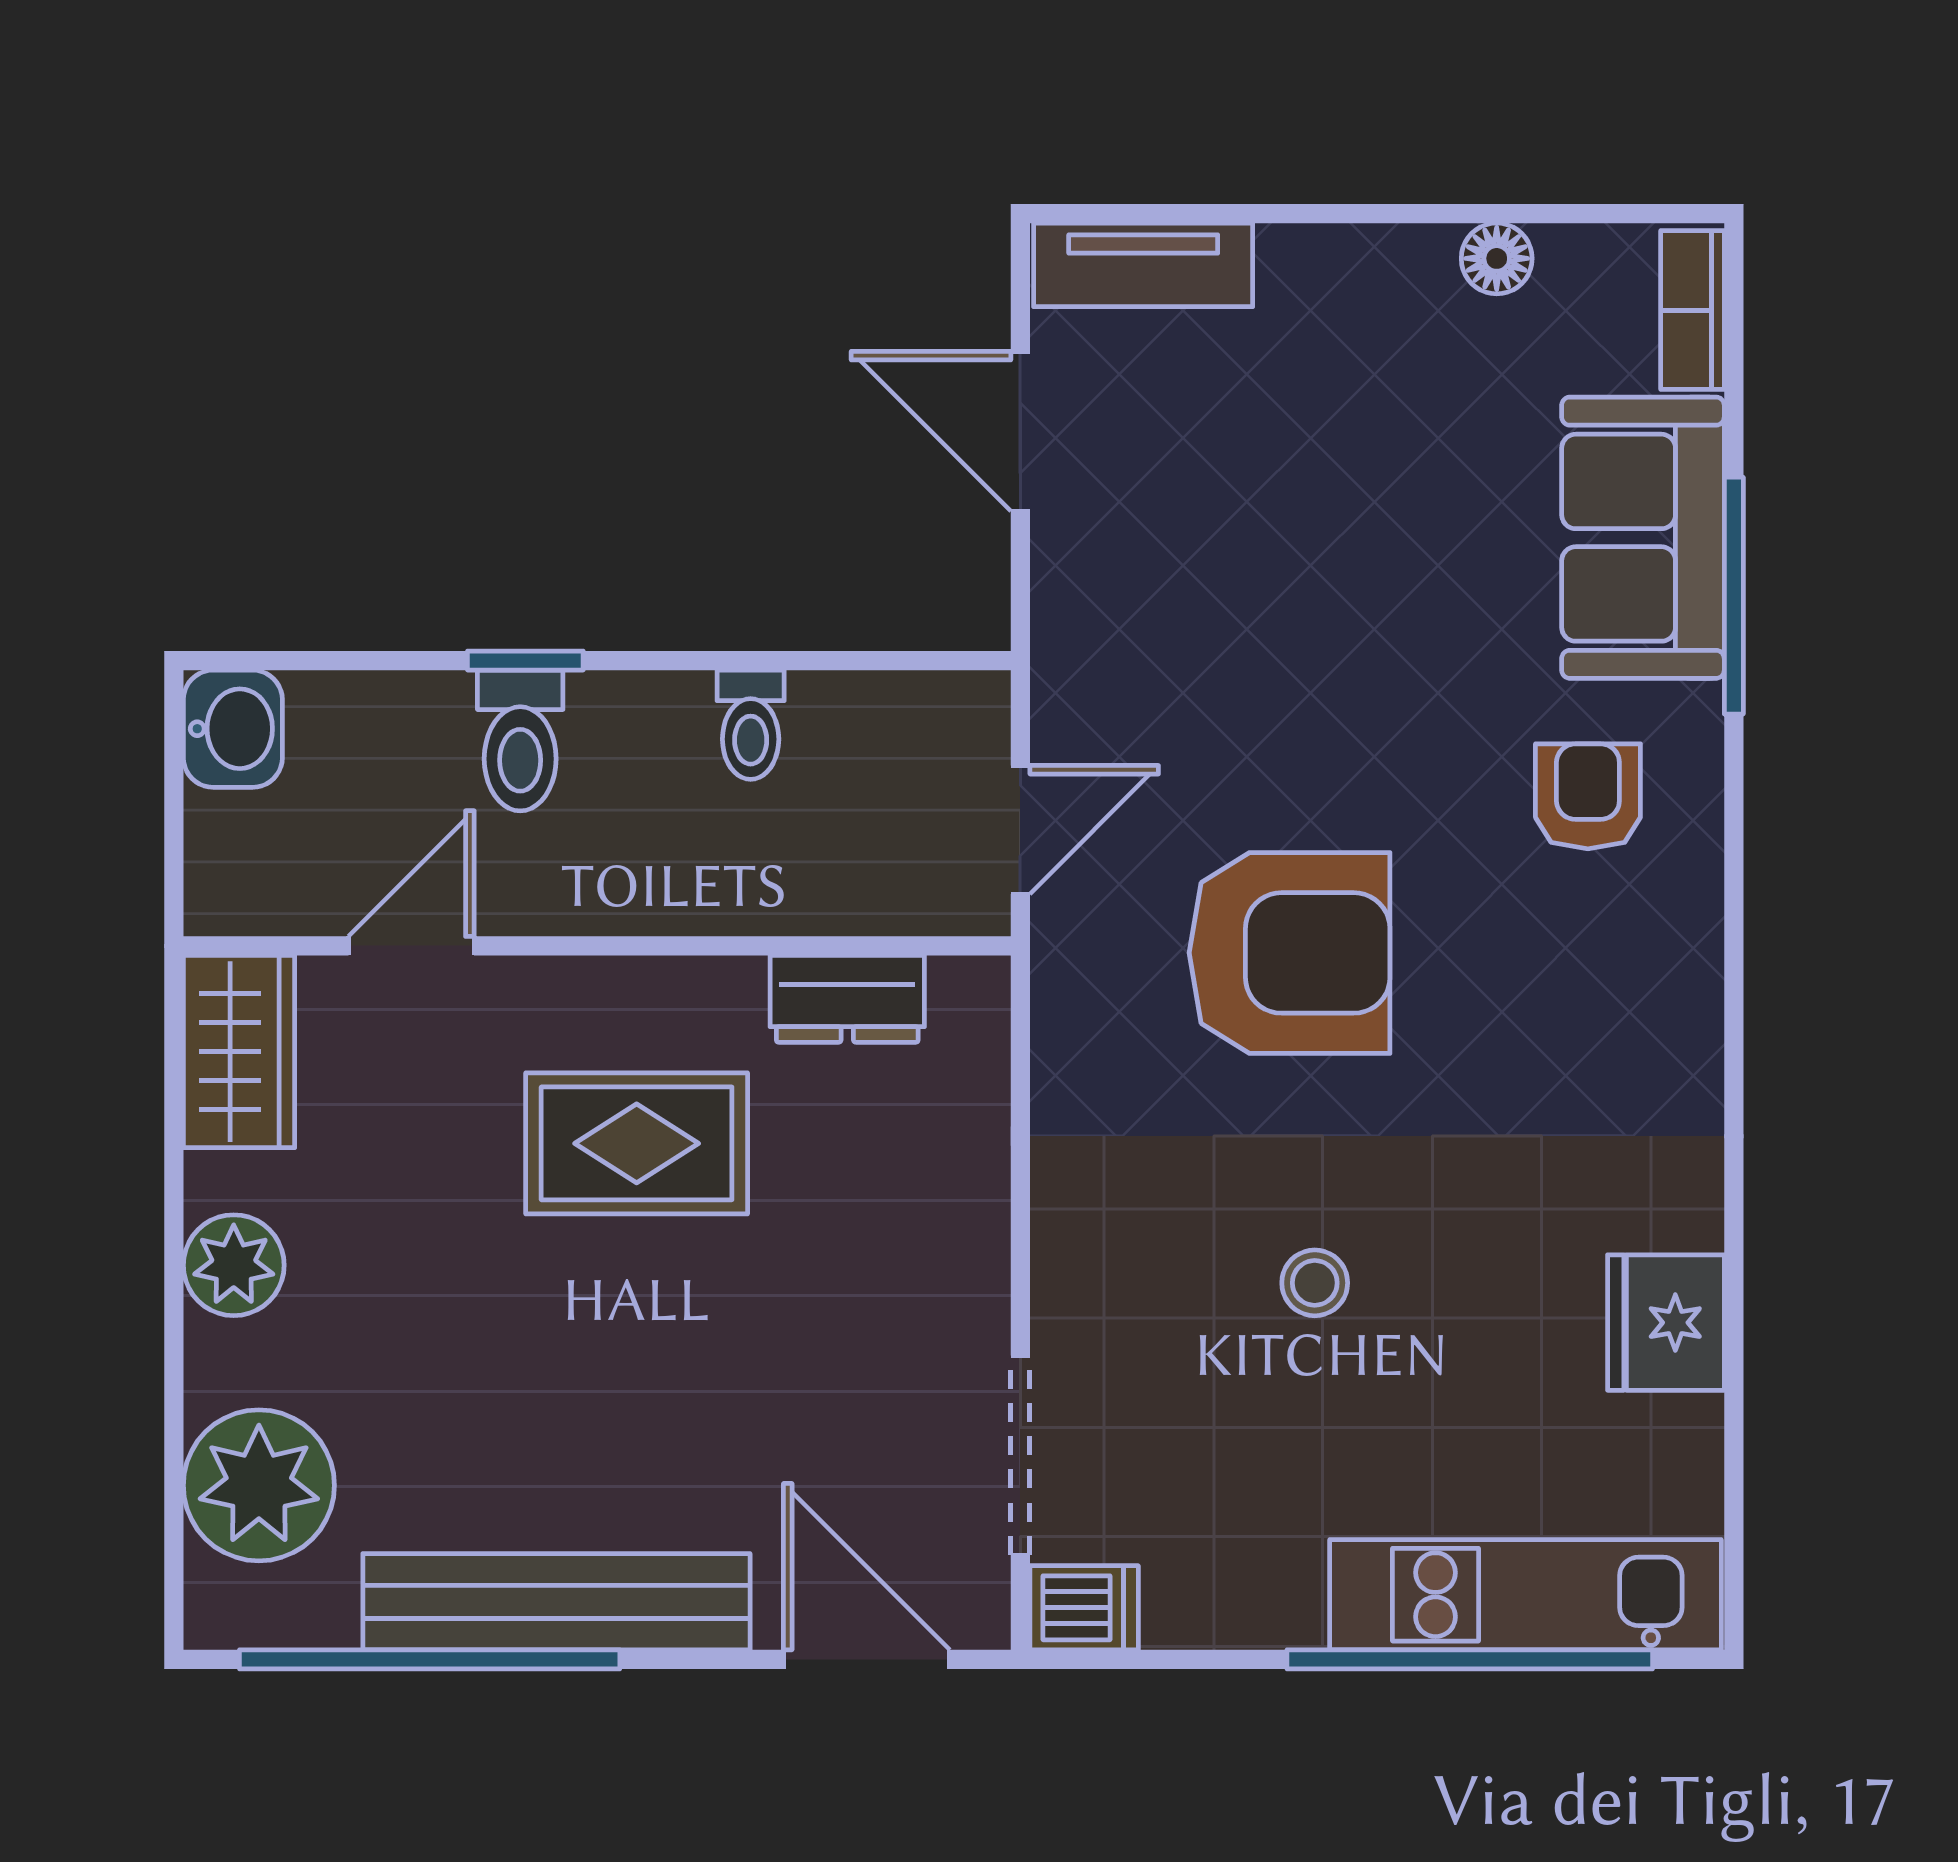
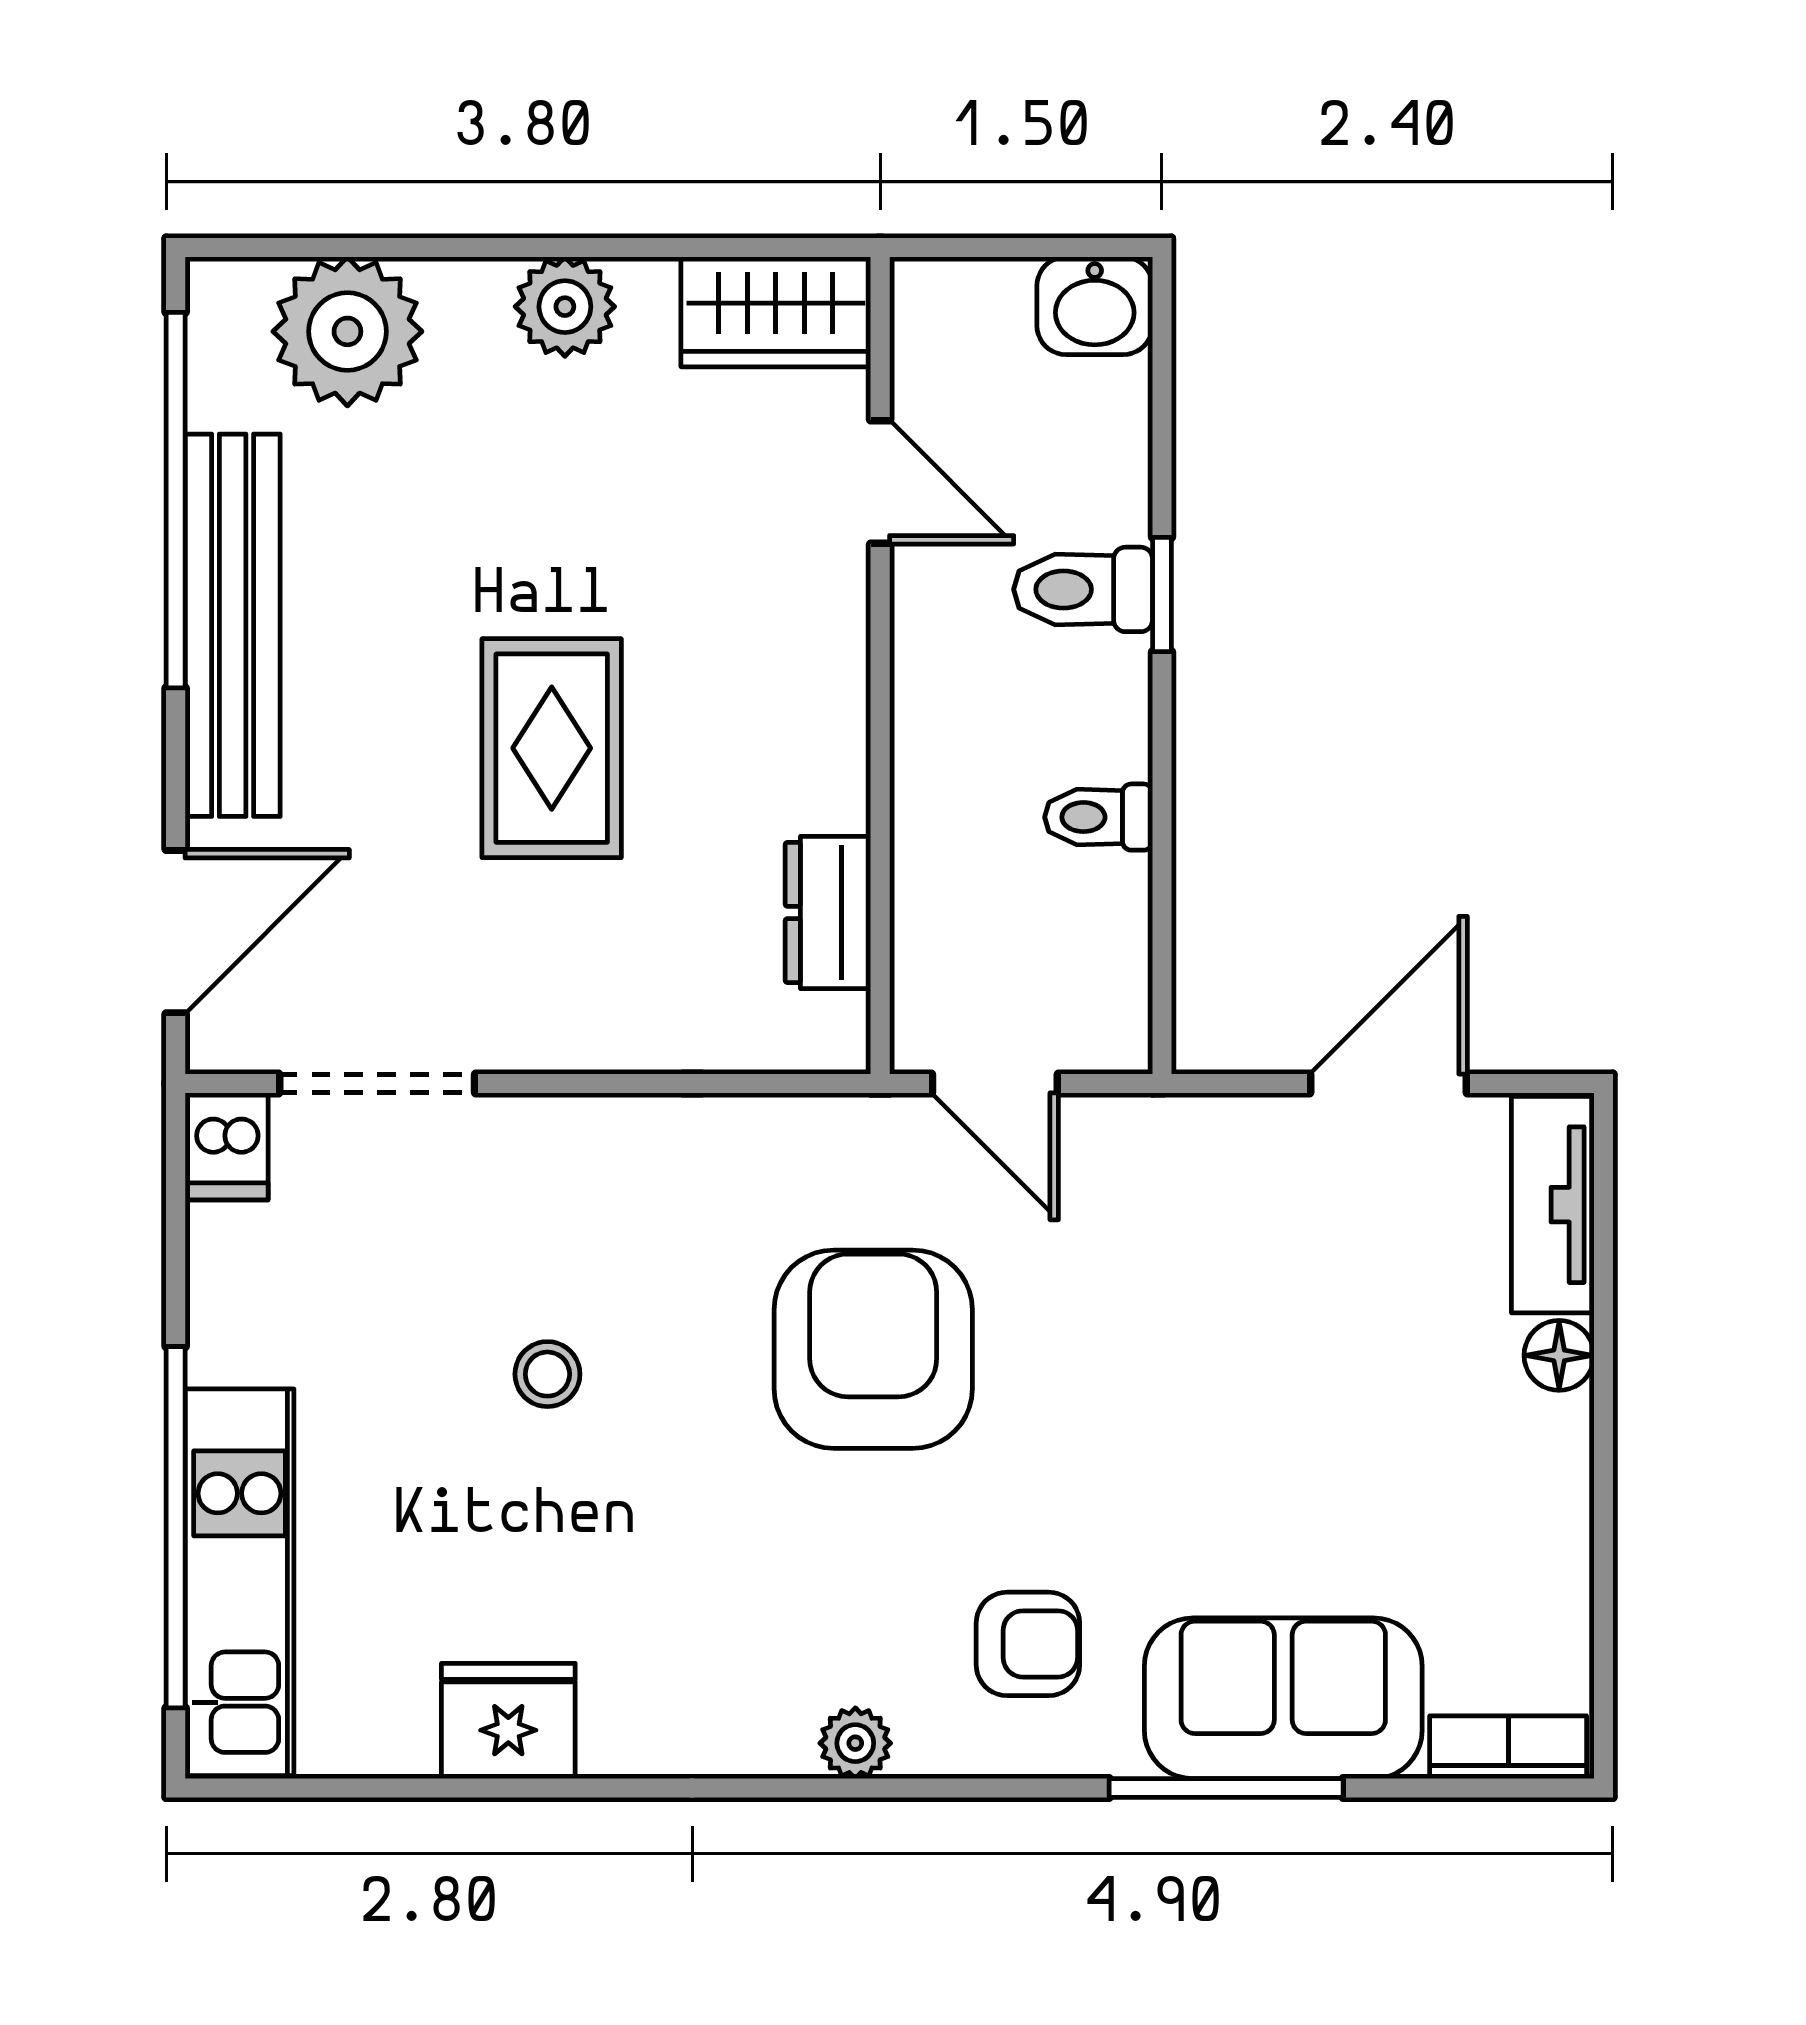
floor lamp: (1497, 258) -> (1559, 1355), moved
armchair: (1290, 953) -> (873, 1349), turned 180
plant: (1688, 971) -> (855, 1743), added
rug: (637, 1143) -> (552, 748), moved

